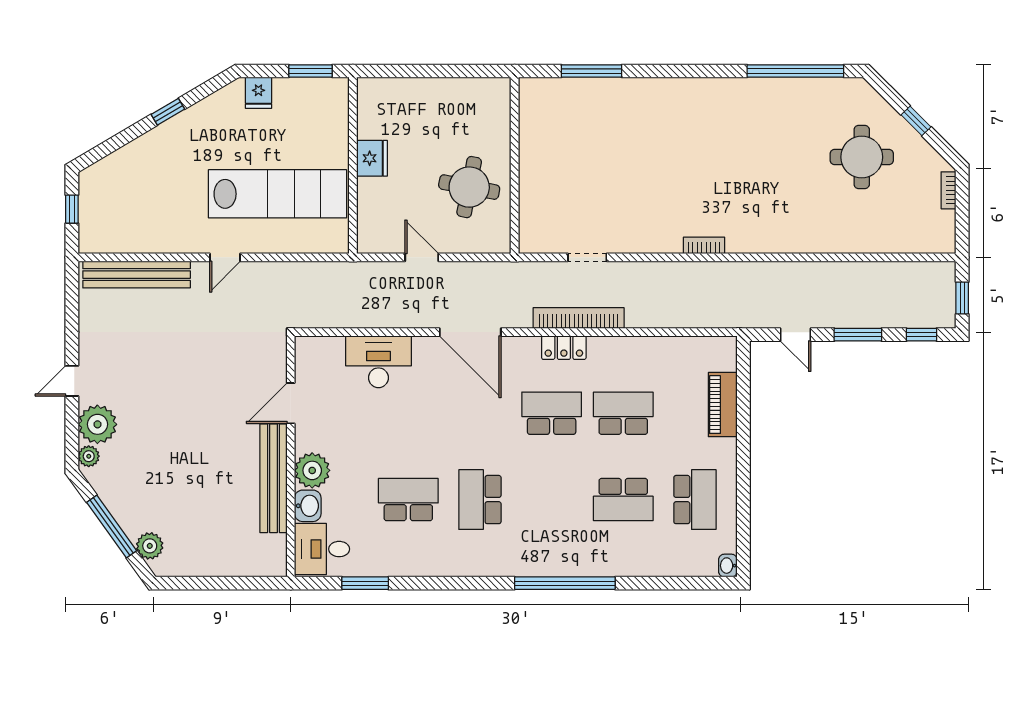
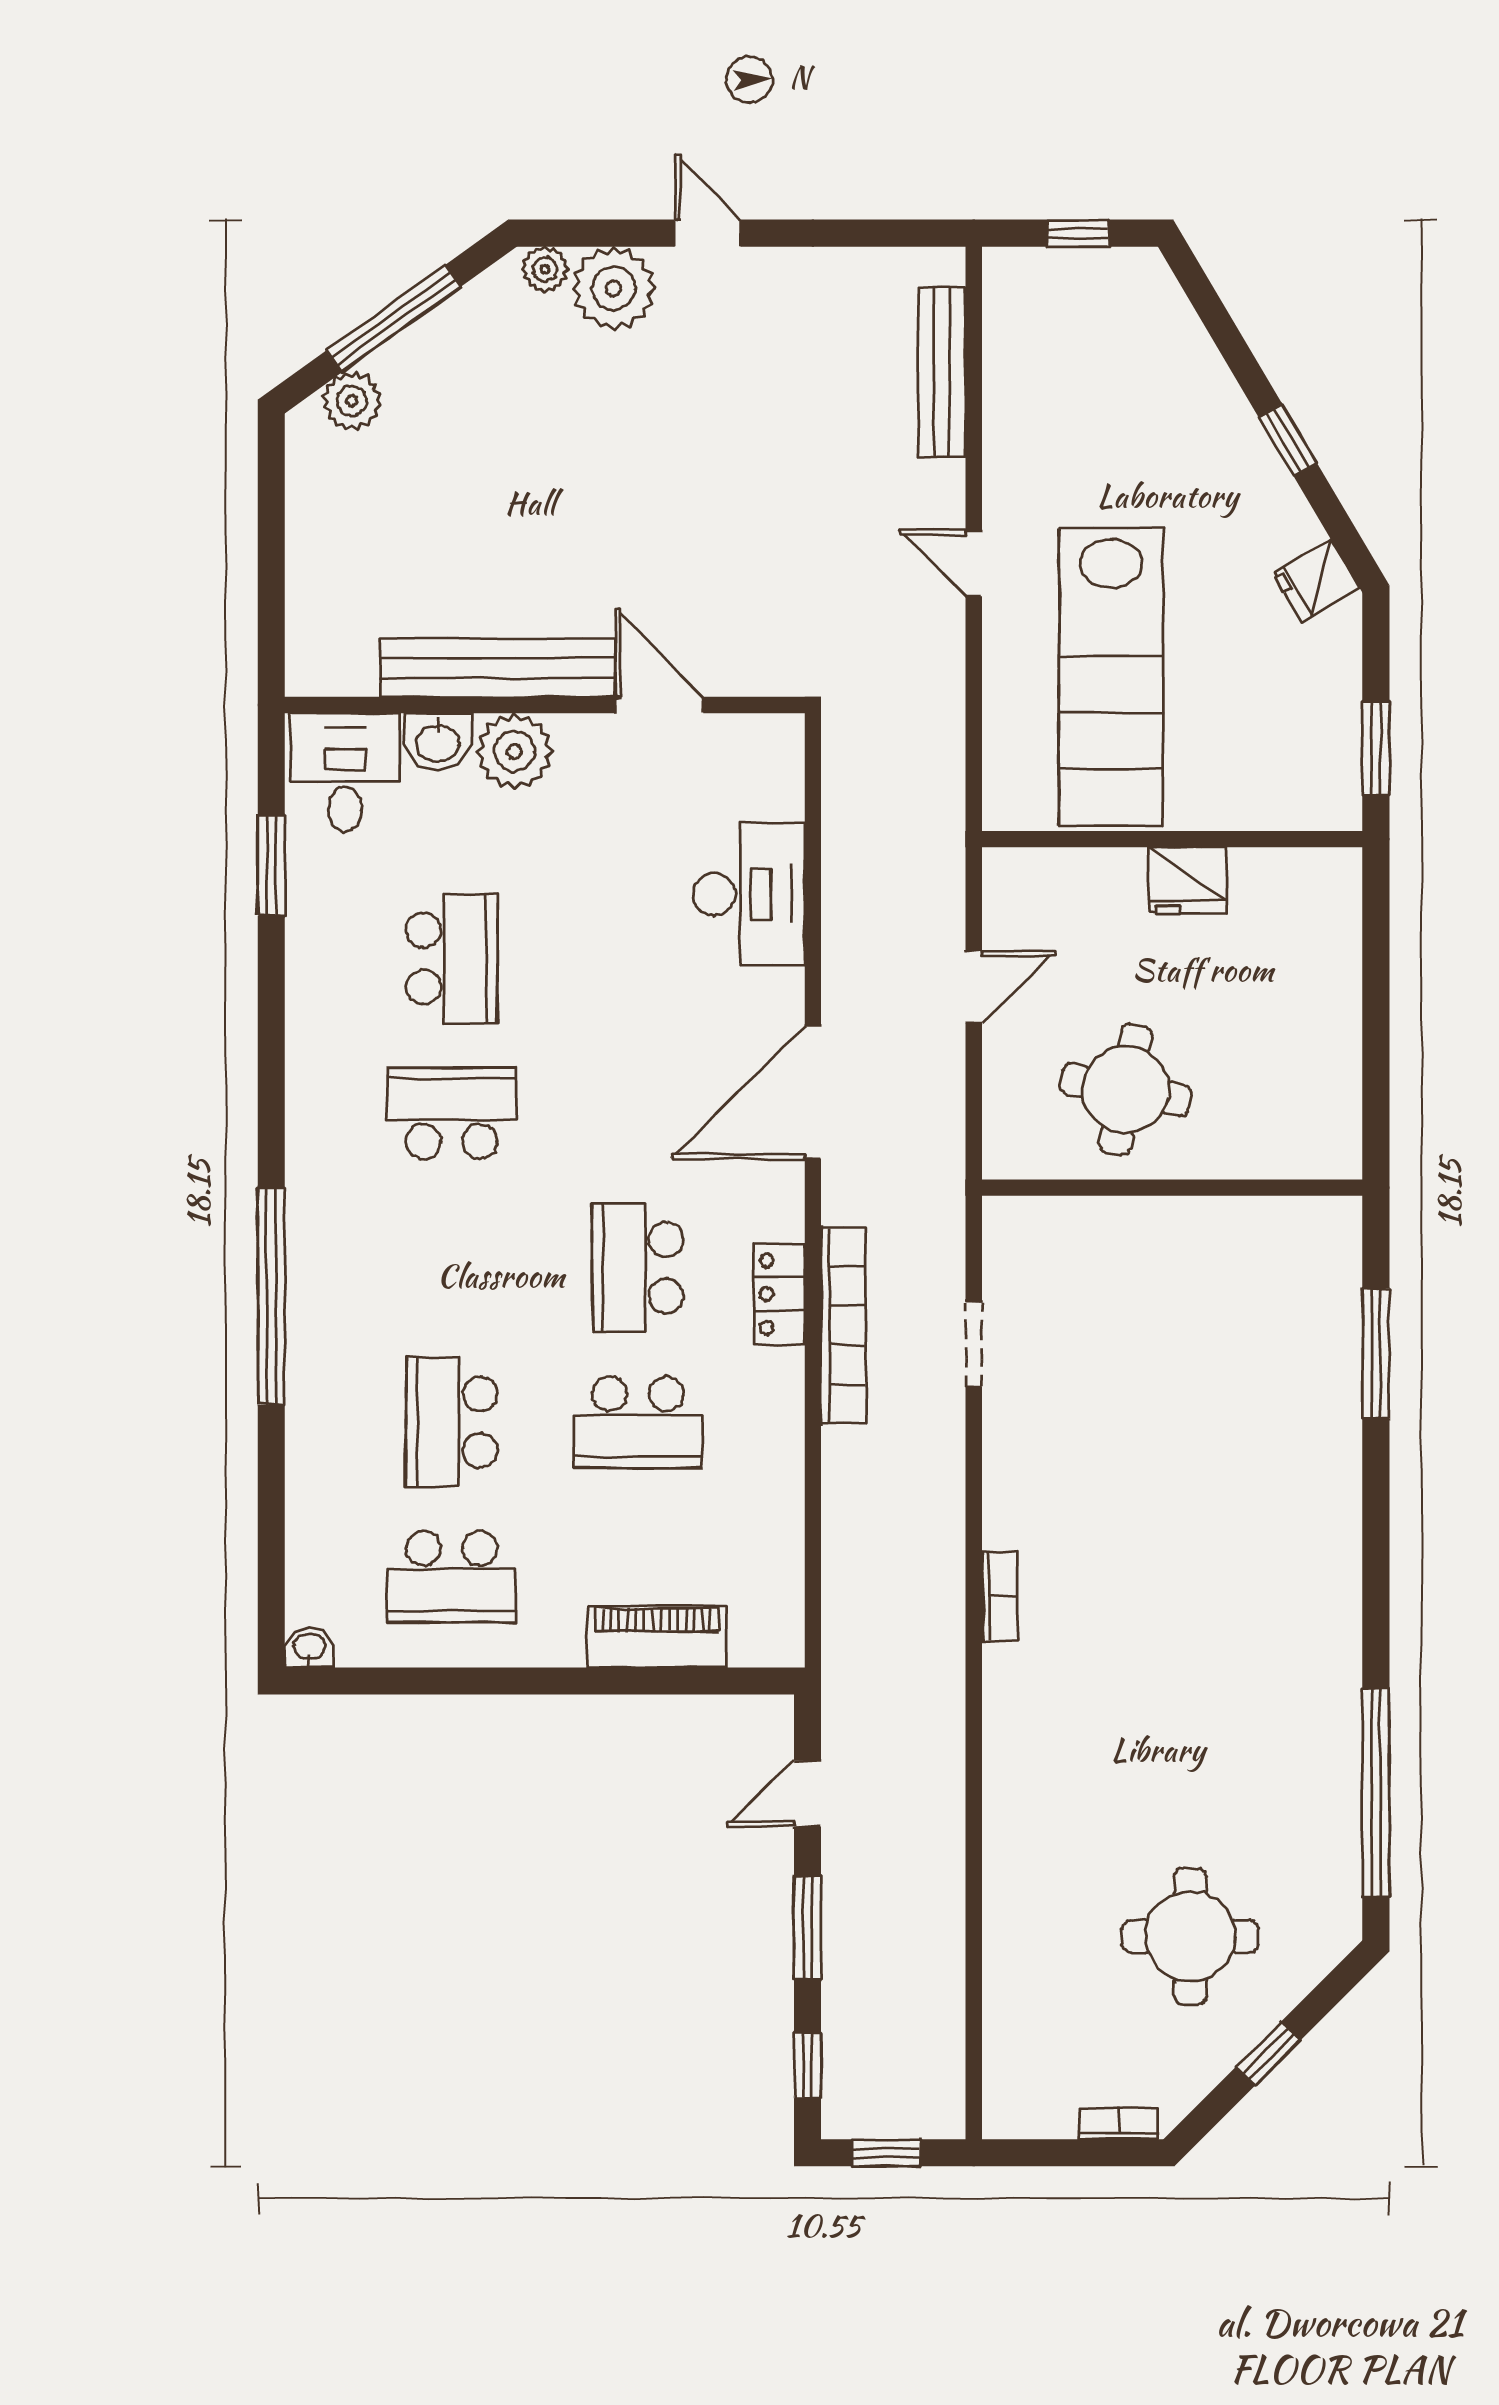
fridge: (258, 93) -> (1316, 580), moved, turned -31
bench: (137, 275) -> (942, 372), width x0.73, depth x0.82
school desk: (552, 413) -> (638, 1268), turned 180
school desk: (623, 413) -> (638, 1422), turned 90

